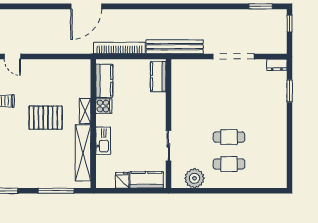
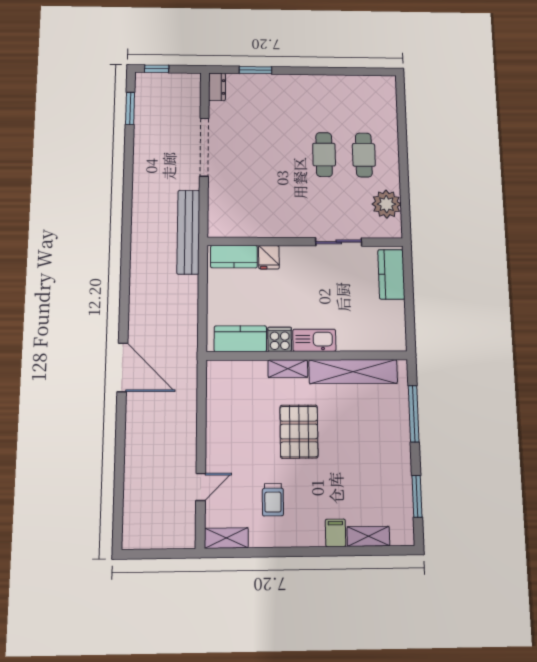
bookcase: (119, 48) -> (189, 315), removed
kitchen sink: (103, 141) -> (314, 340), moved
fridge: (122, 180) -> (269, 257), moved, turned -90

